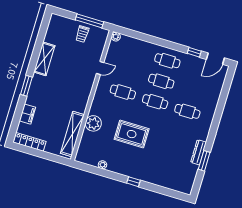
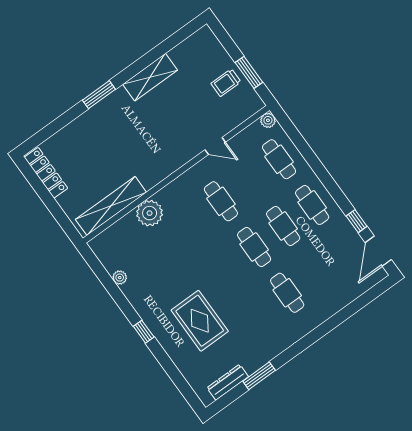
window: (89, 21) -> (249, 72), width x0.69
cafe table: (135, 51) -> (279, 159), added
door: (215, 59) -> (378, 251), hinge flipped
filing cabinet: (27, 114) -> (71, 133), removed
rug: (132, 134) -> (200, 321), moved
dresser: (198, 152) -> (228, 382), moved

